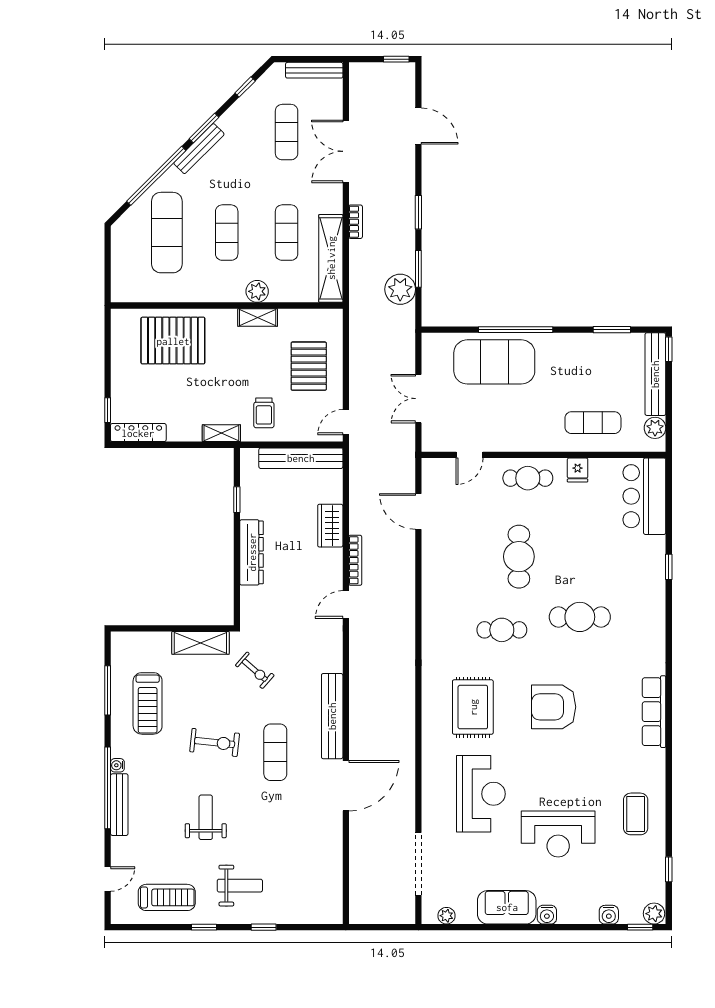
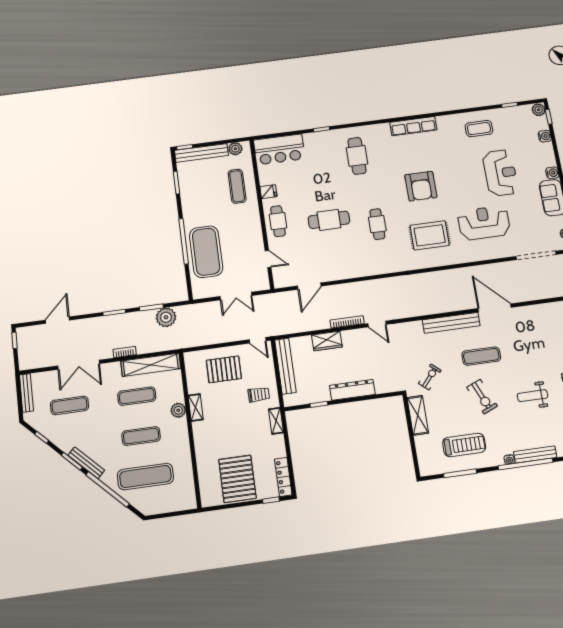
pallet: (173, 341) -> (237, 479), moved
cafe table: (580, 617) -> (357, 156), moved
exercise bike: (215, 742) -> (482, 397), turned 151

